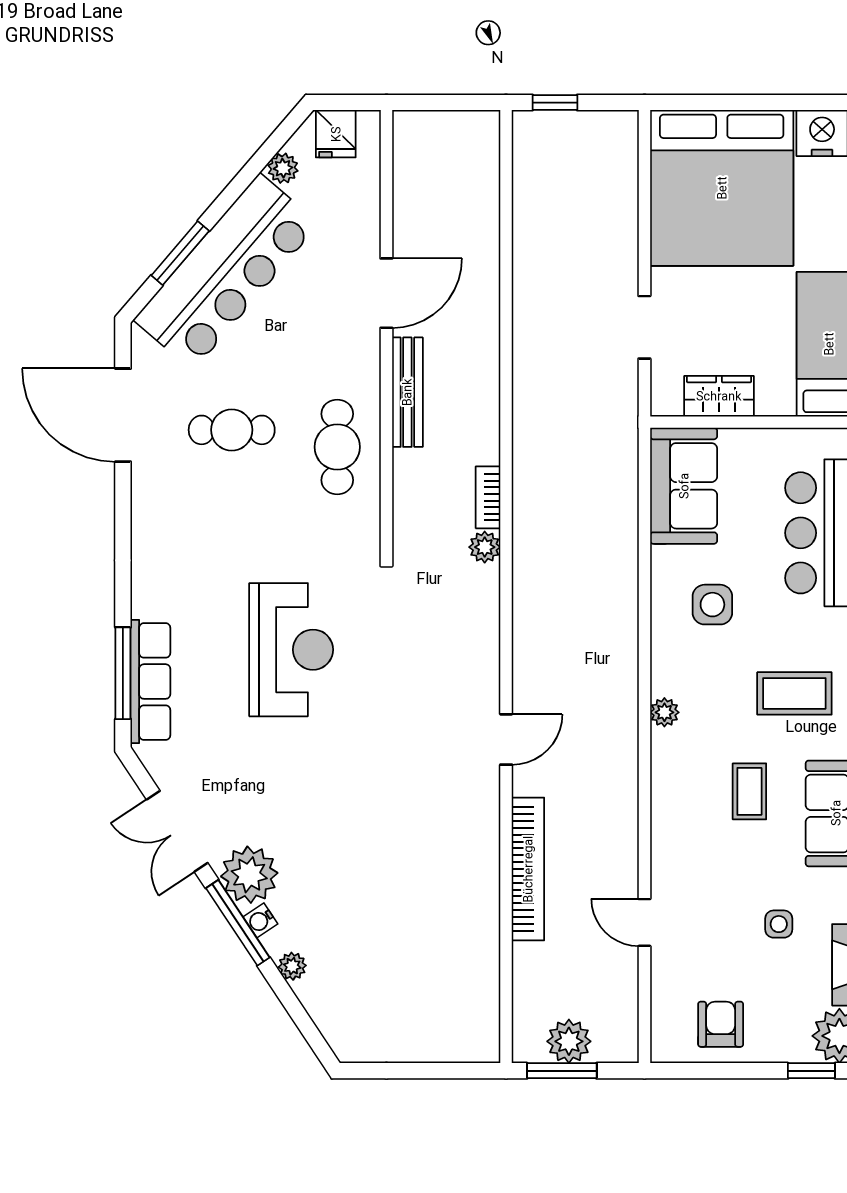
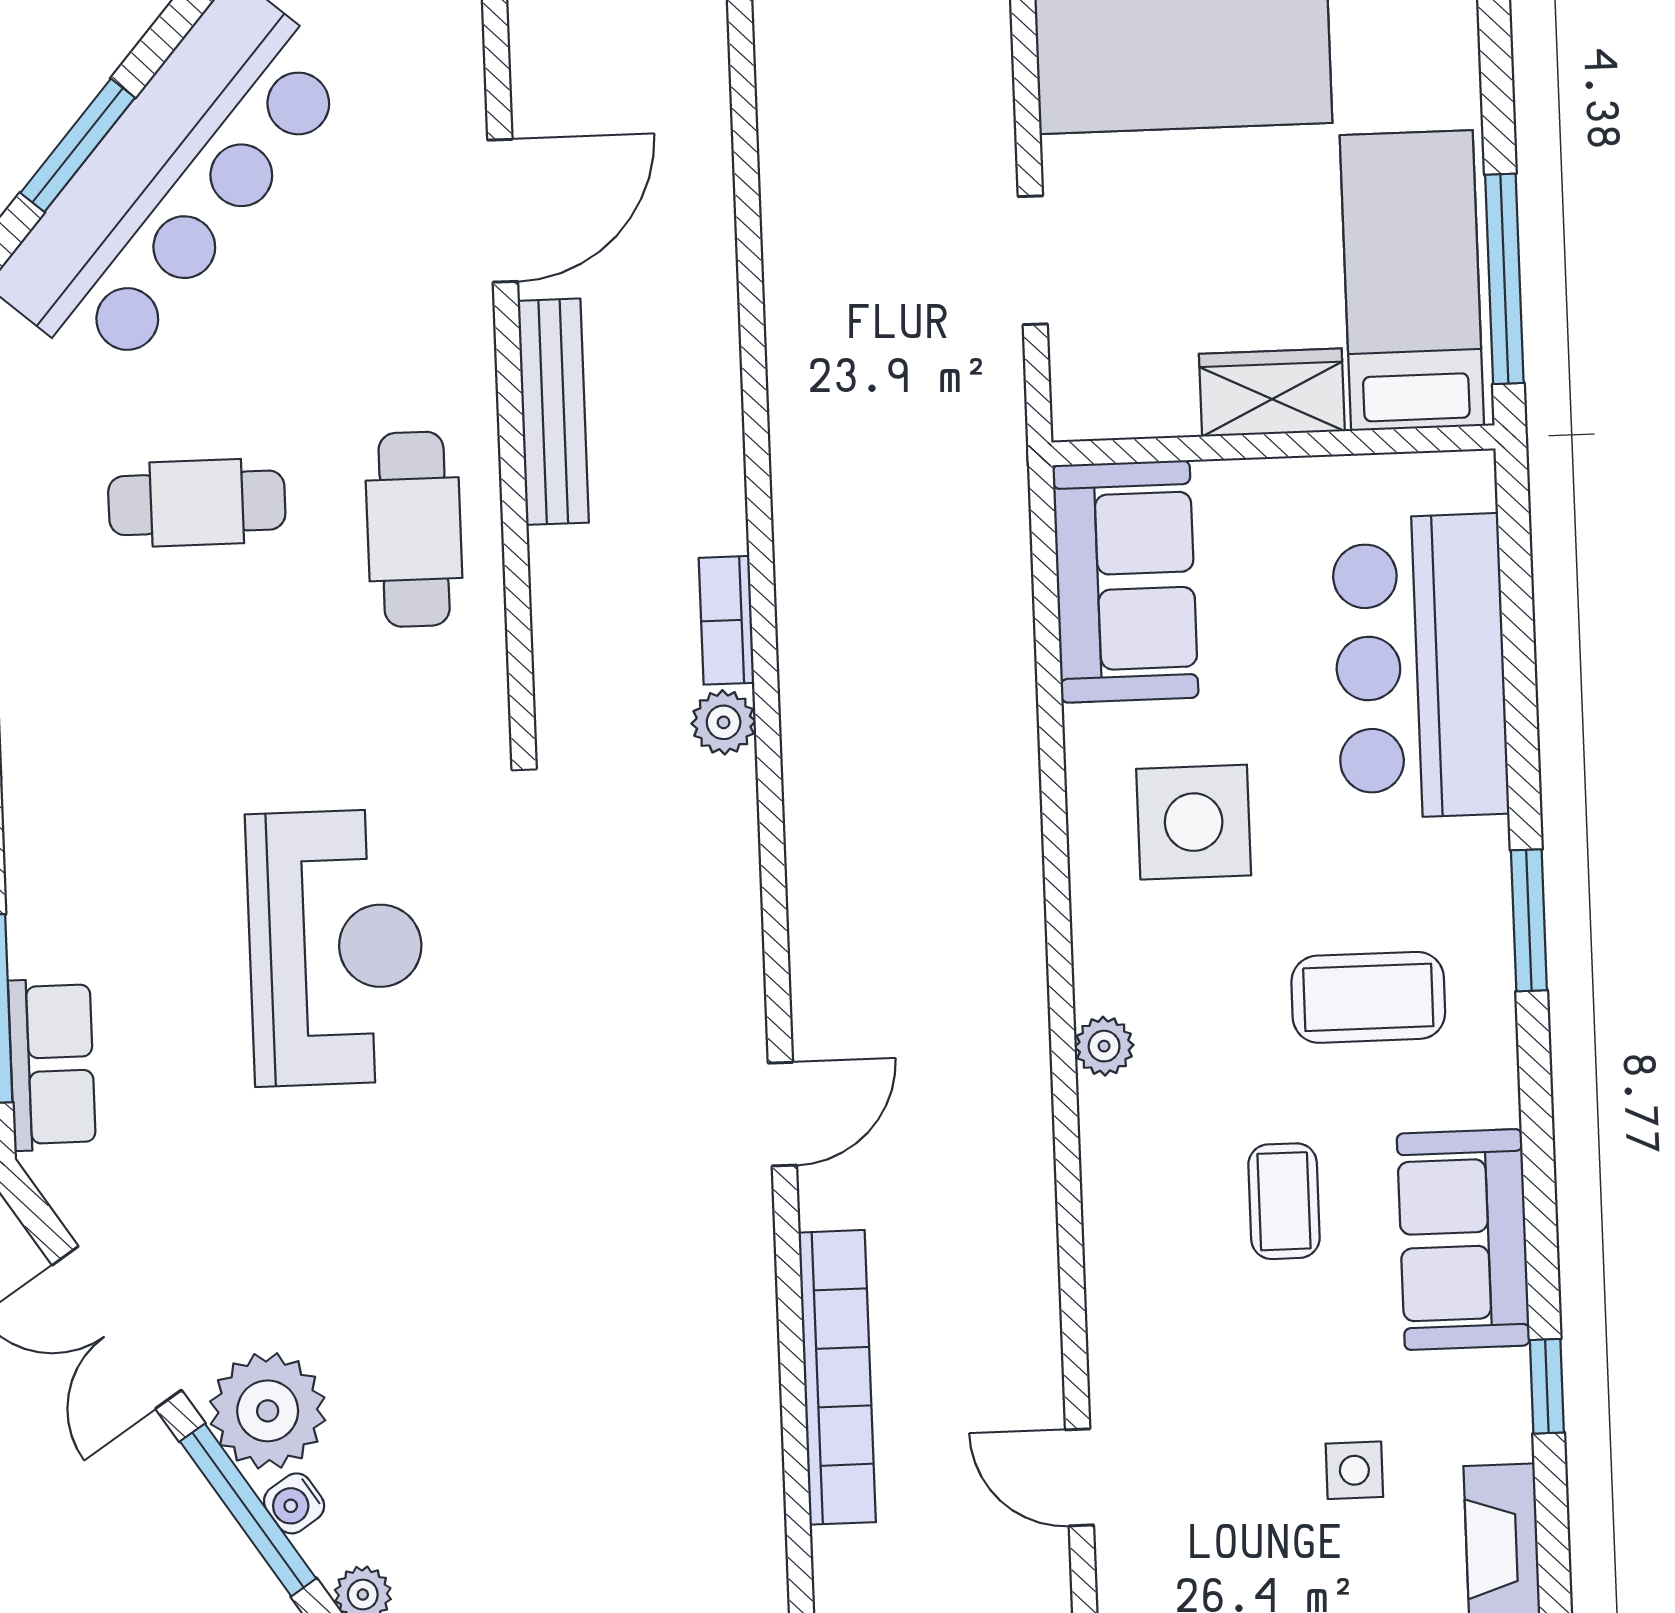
wardrobe: (719, 396) -> (1272, 392), moved
side table: (712, 605) -> (1194, 822), width x1.37, depth x1.37
row of seats: (150, 682) -> (52, 1064), width x0.68

